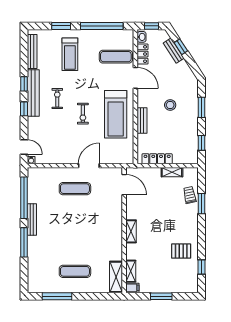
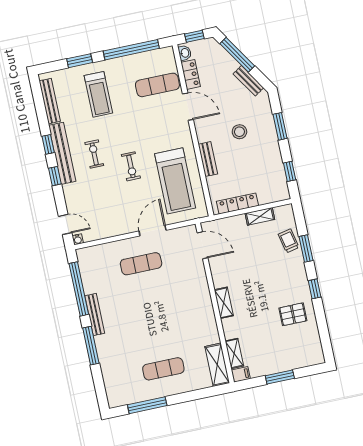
window: (181, 47) -> (237, 55), width x2.17
bench: (174, 51) -> (248, 81), moved
treadmill: (116, 114) -> (175, 181), moved
window: (202, 267) -> (315, 289), moved

